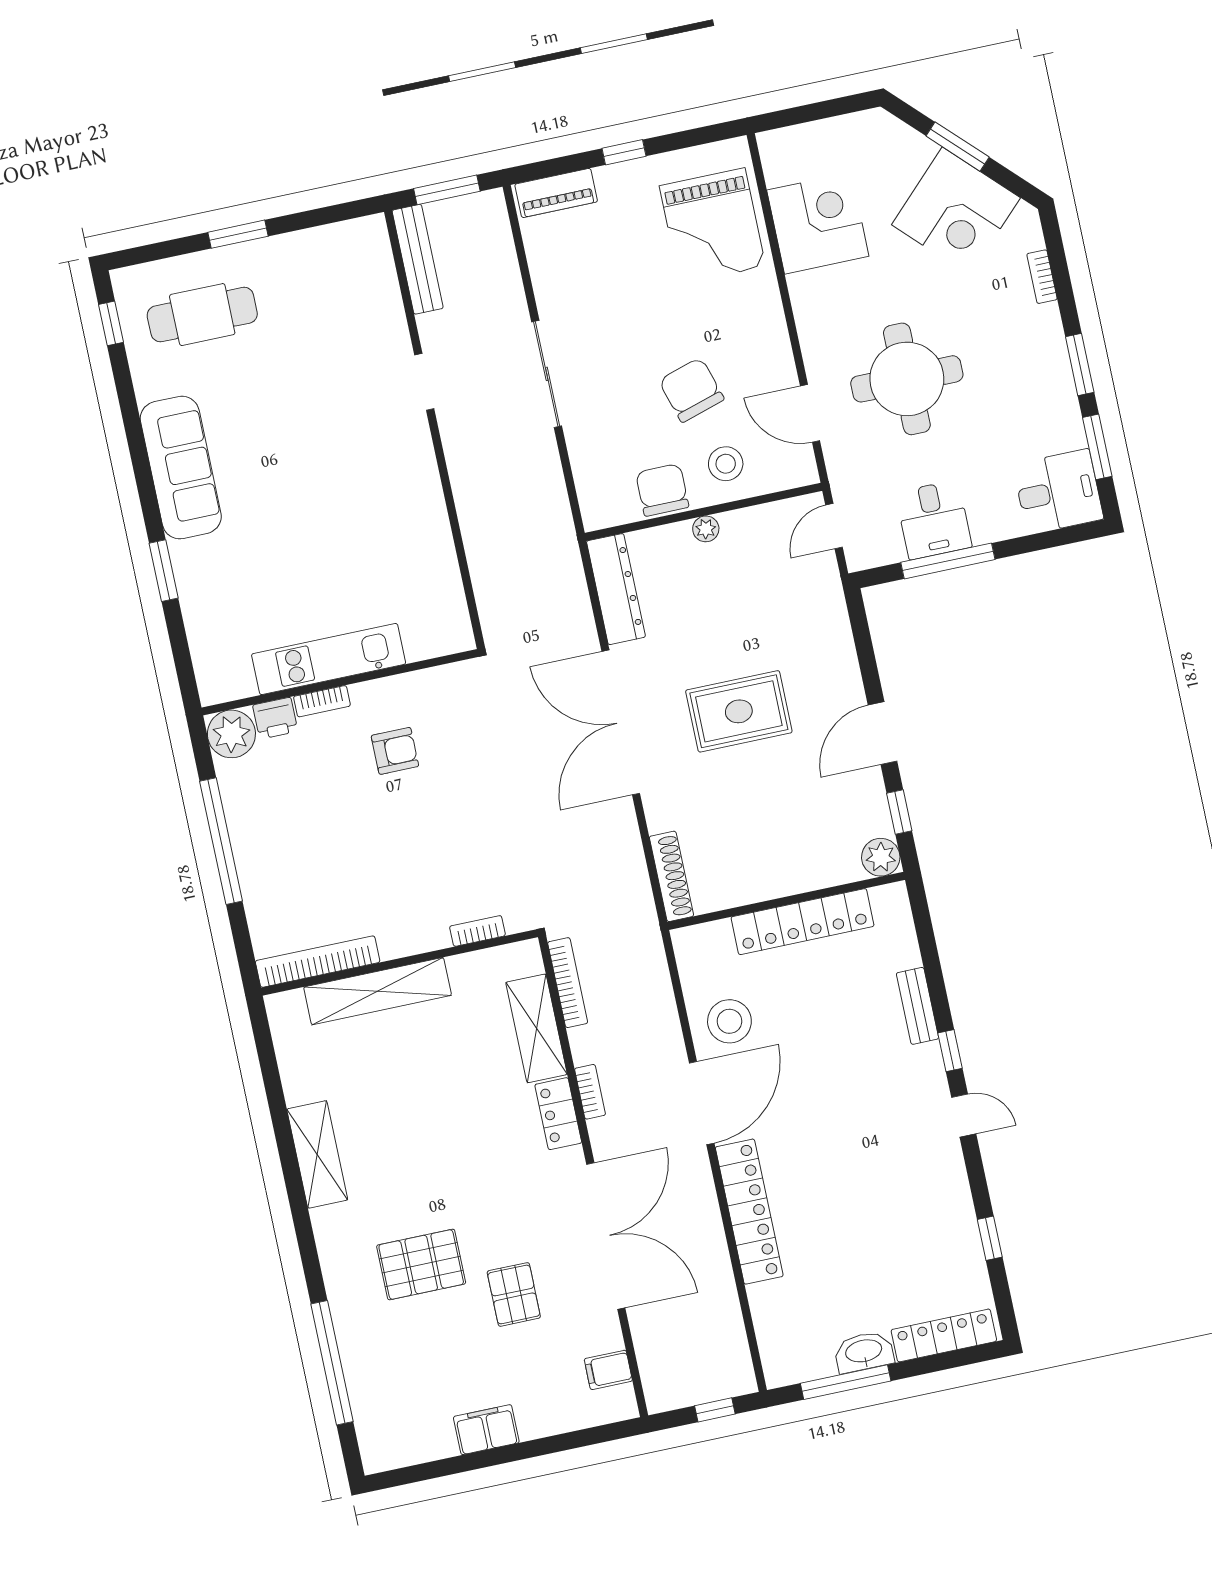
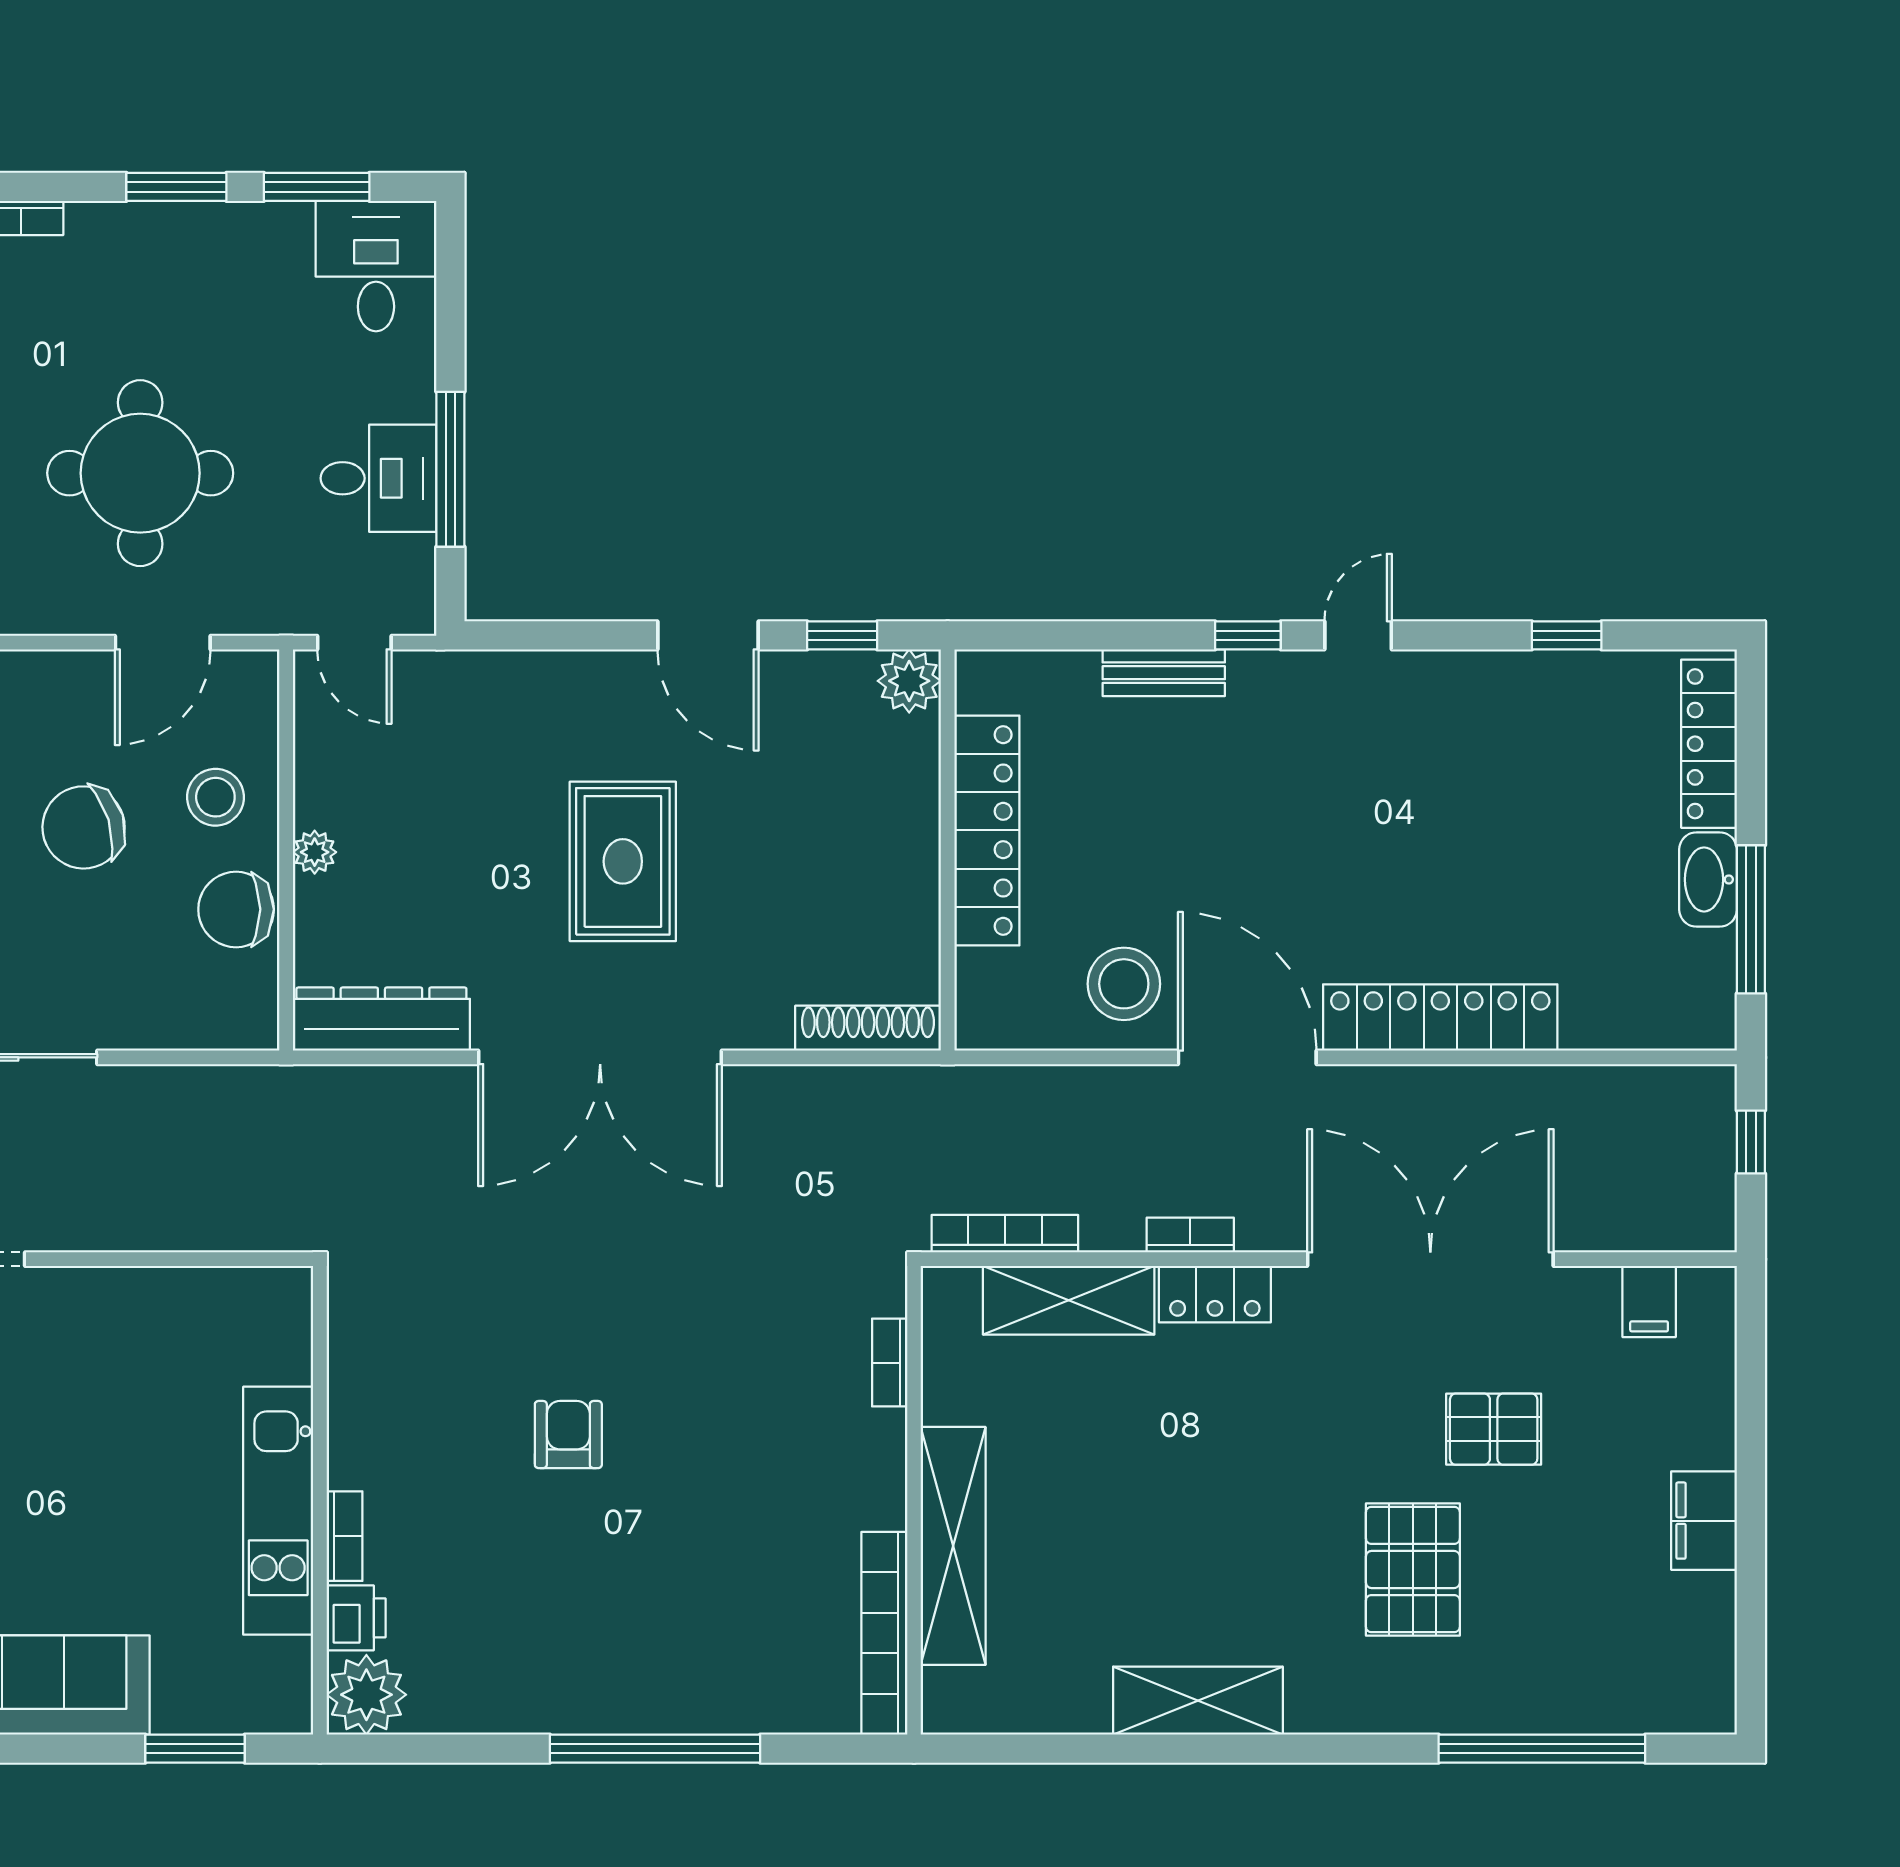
kitchen unit: (329, 659) -> (278, 1511), moved
wall: (340, 682) -> (320, 1500), moved
bookcase: (322, 701) -> (344, 1536), moved
printer: (275, 718) -> (356, 1618), moved
plant: (231, 734) -> (366, 1695), moved

